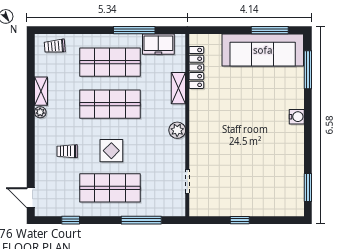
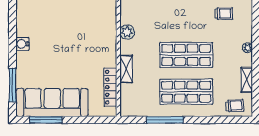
freezer: (158, 44) -> (144, 108), removed
shelving: (41, 91) -> (247, 80), moved
display table: (111, 151) -> (185, 14), removed

